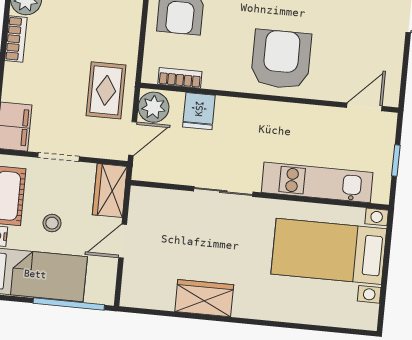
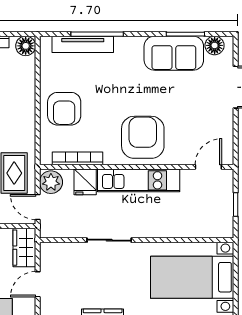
bookcase: (180, 78) -> (78, 158), width x1.56
door: (133, 138) -> (38, 207), swing flipped
kitchen unit: (317, 182) -> (139, 180), moved, turned 180

